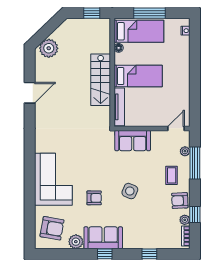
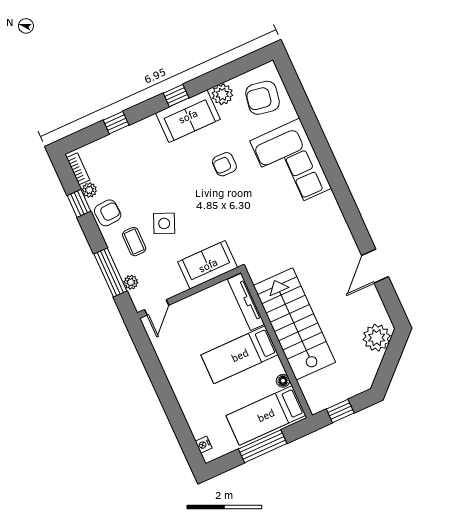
stairs: (101, 80) -> (294, 324), width x1.36, depth x1.51
side table: (130, 191) -> (164, 223), moved

